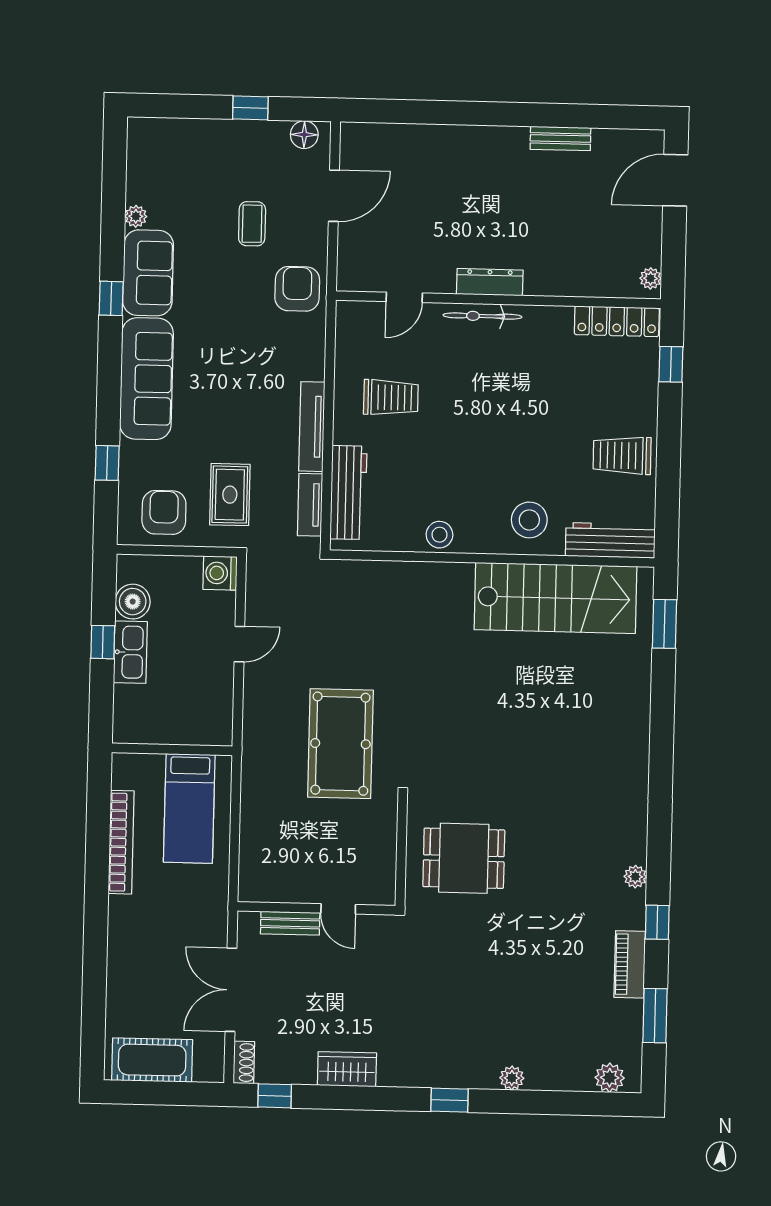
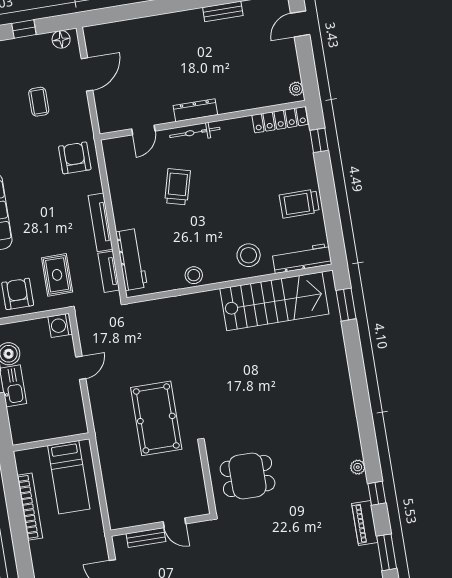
door: (675, 180) -> (300, 24), width x0.73
armchair: (297, 289) -> (75, 158), moved
trolley: (391, 397) -> (178, 187), moved, turned -75

